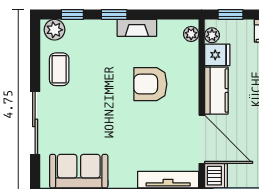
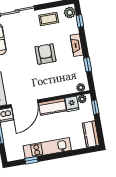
window: (114, 15) -> (88, 65), moved
fireplace: (137, 28) -> (77, 45), moved
armchair: (150, 84) -> (45, 54), moved

